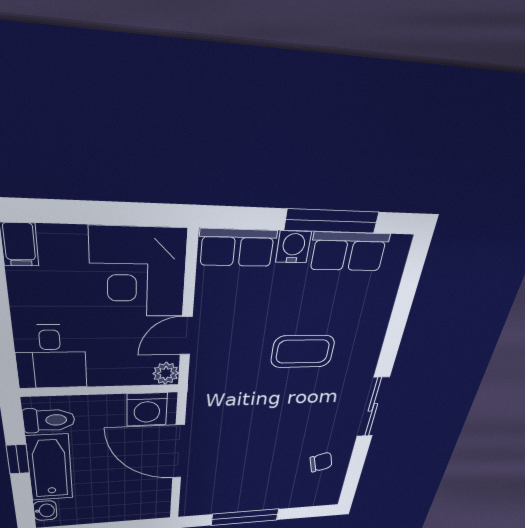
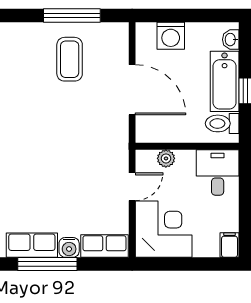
coffee table: (303, 352) -> (70, 59), moved, turned 90
plant: (166, 373) -> (166, 158), moved
washing machine: (147, 409) -> (171, 36), moved, turned 180
chair: (321, 462) -> (16, 71), removed

